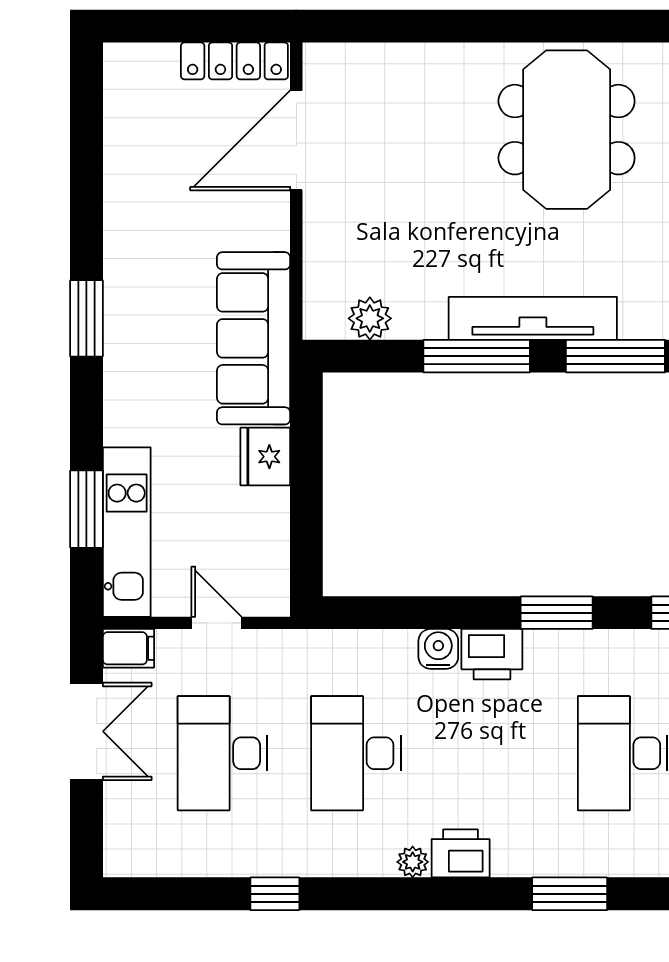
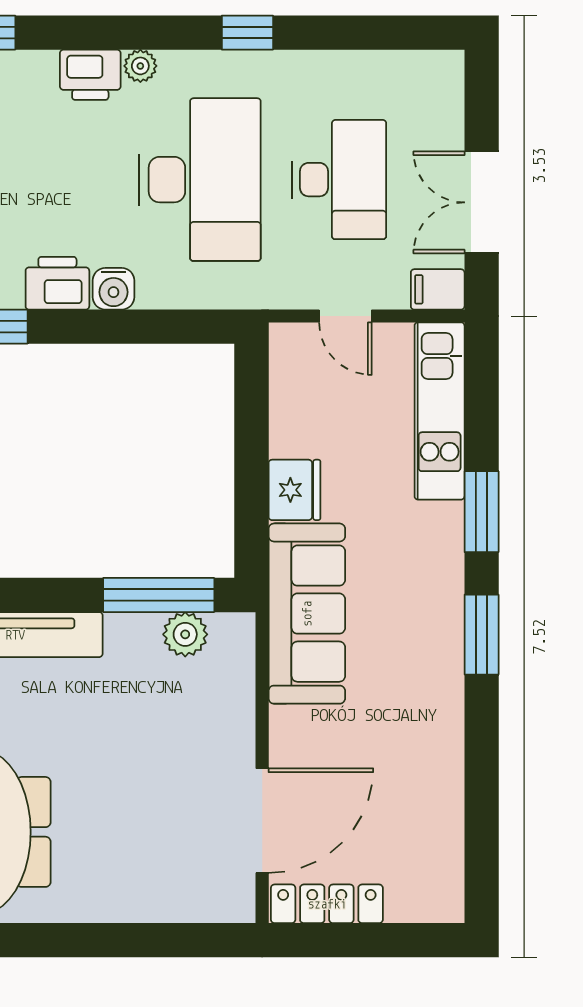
window: (477, 356) -> (159, 595), moved
window: (86, 509) -> (482, 512), moved
desk: (356, 753) -> (200, 180), width x1.36, depth x1.30
window: (275, 894) -> (247, 33), moved

